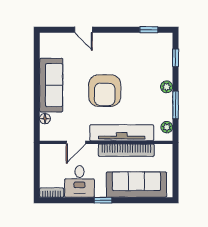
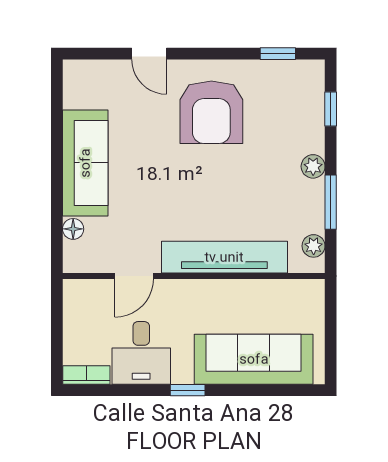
armchair: (105, 91) -> (211, 112), moved
bookcase: (126, 150) -> (233, 291), removed

